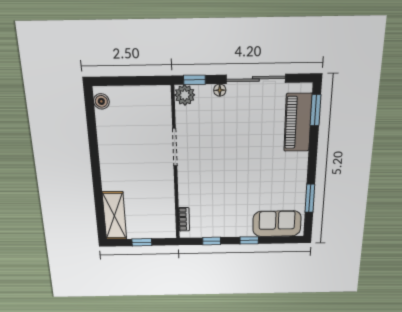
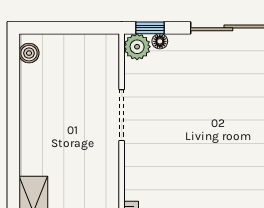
floor lamp: (220, 90) -> (160, 41), moved

